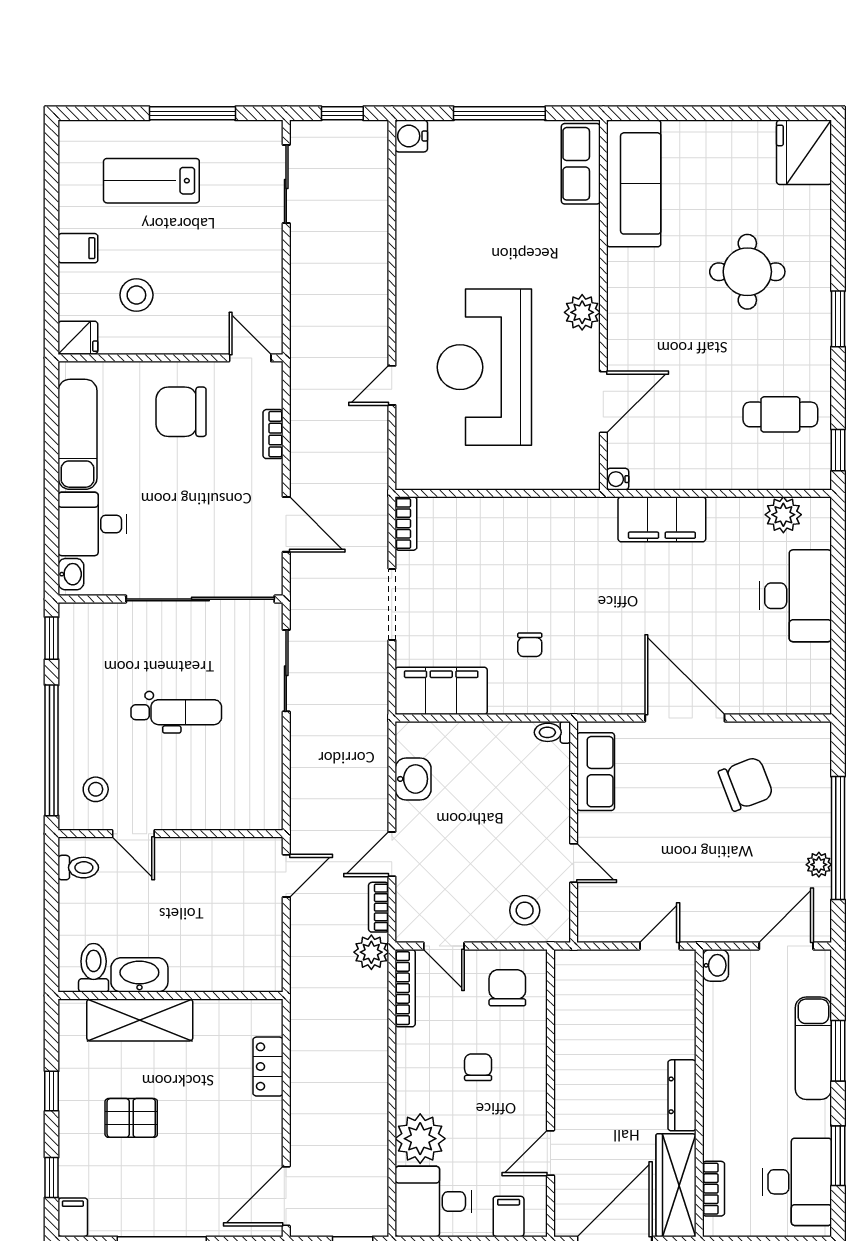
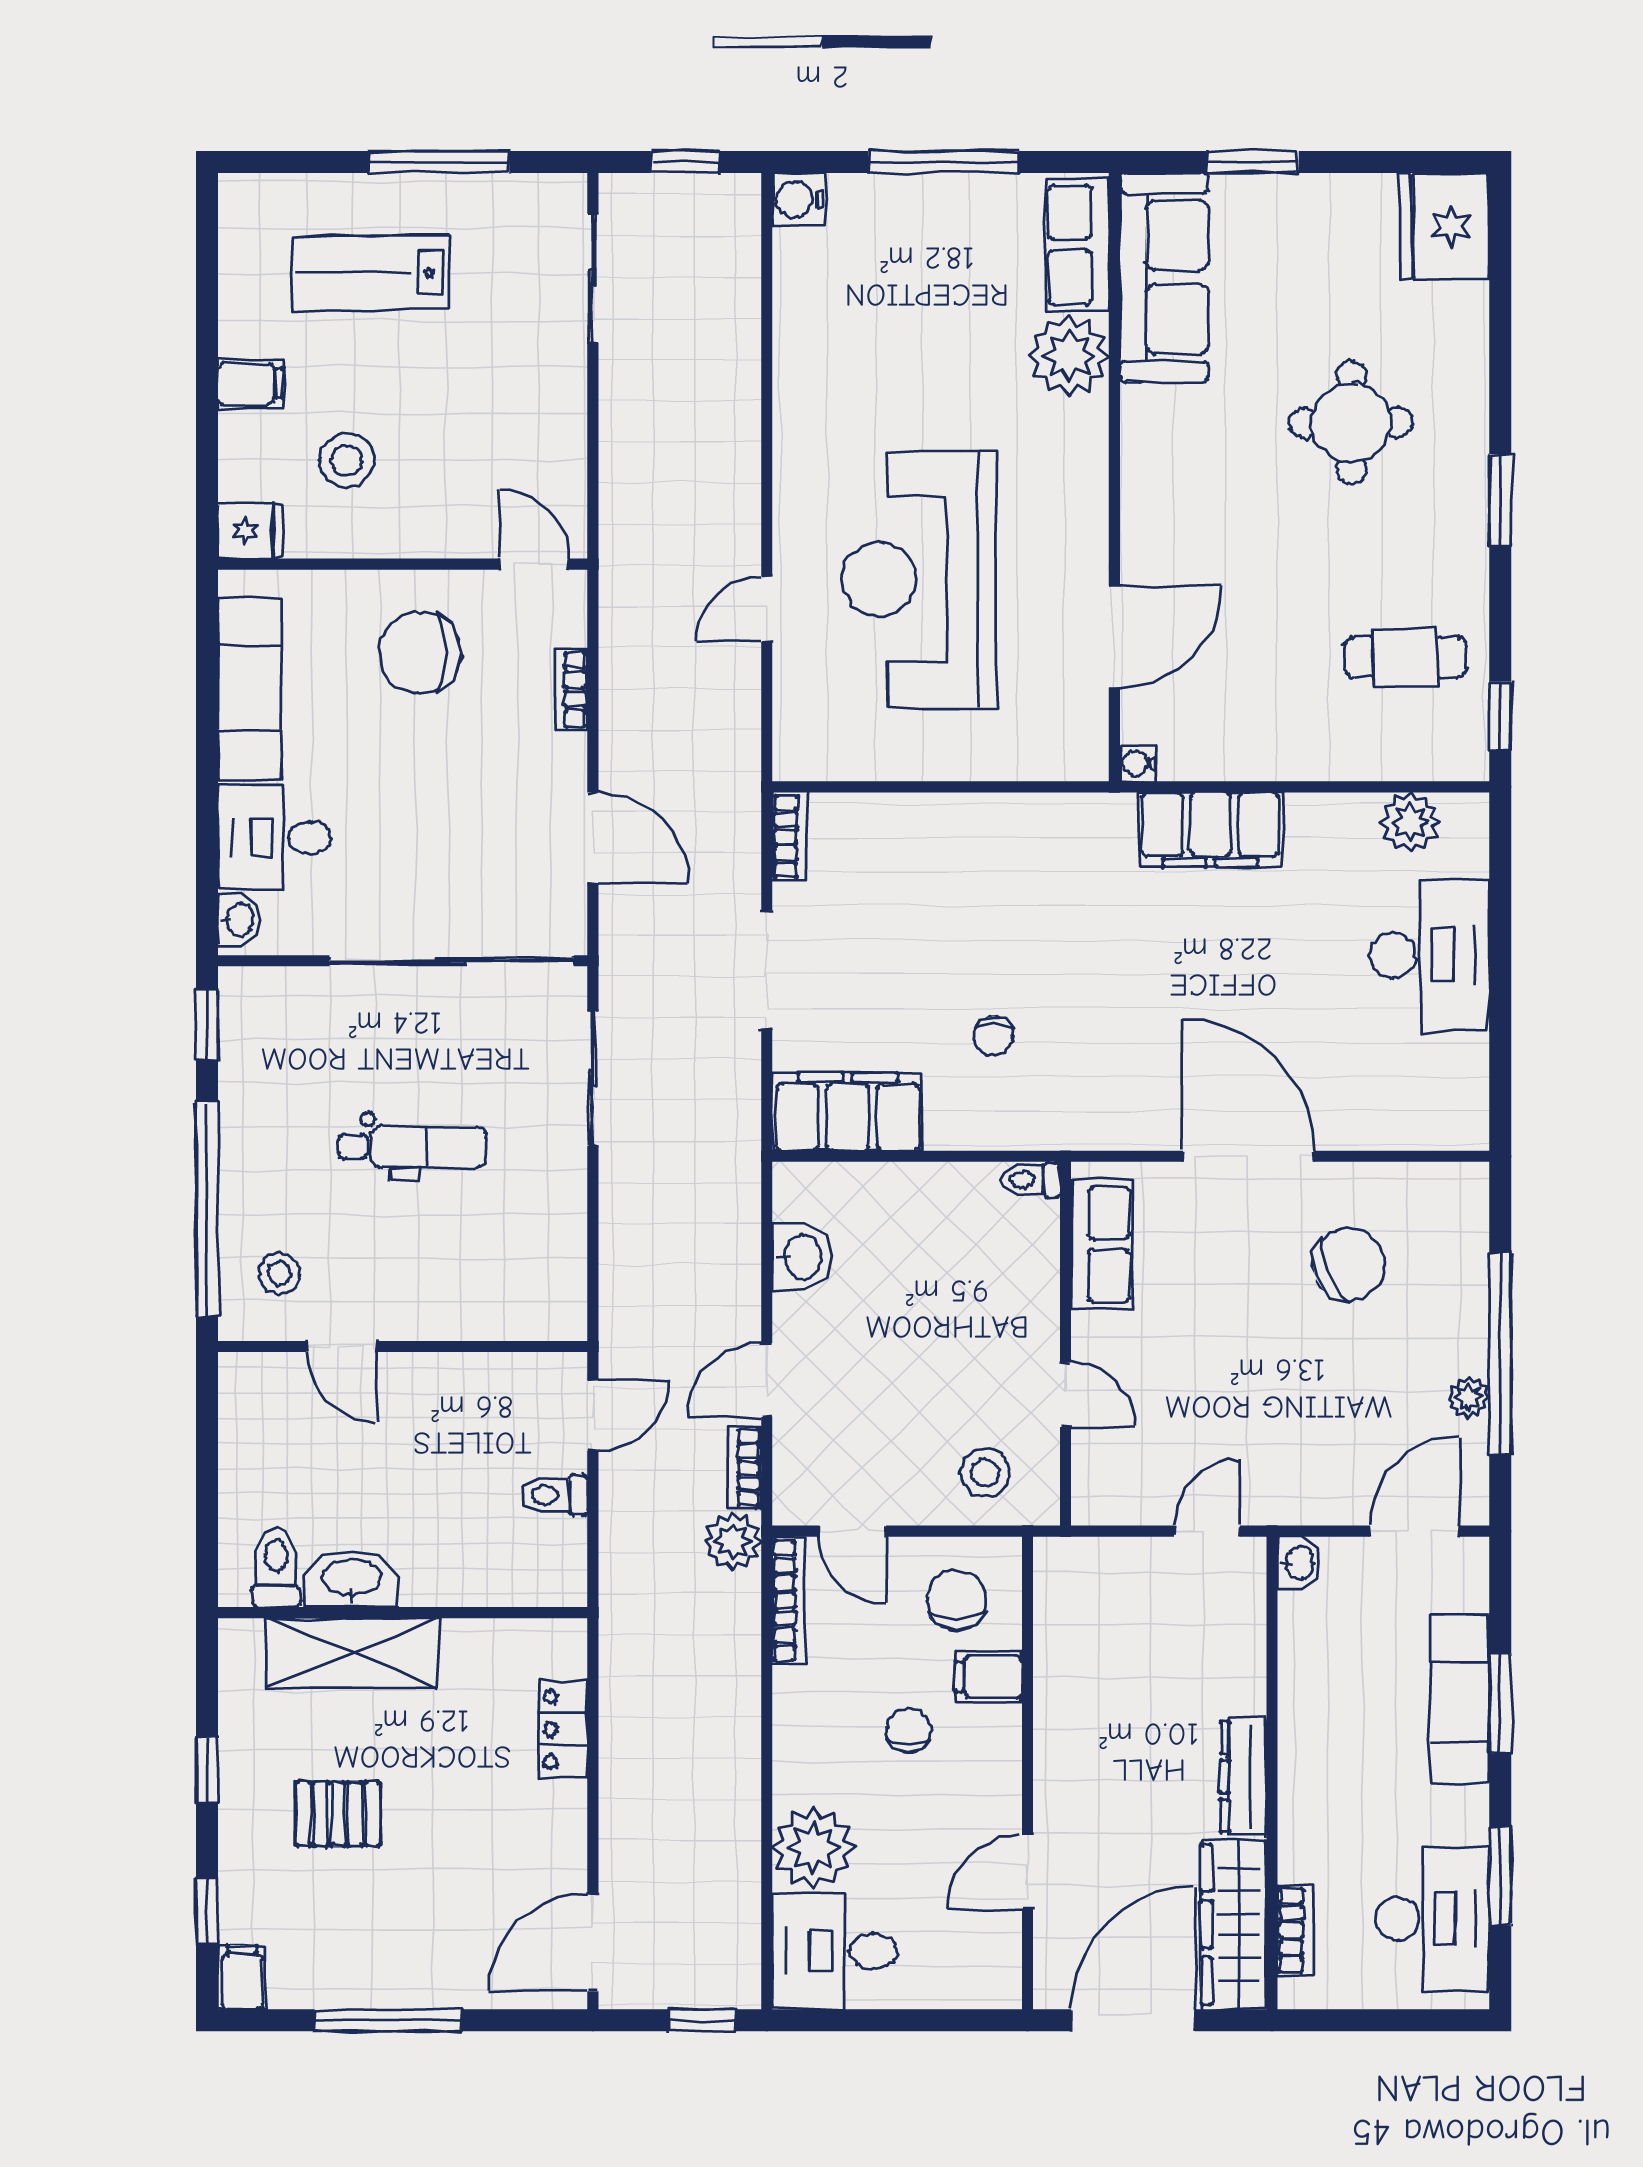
window: (687, 113) -> (1253, 162), added
plant: (582, 312) -> (1069, 356), moved, width x1.36, depth x1.36
toilet: (78, 868) -> (554, 1495), moved, turned 180
filing cabinet: (509, 1216) -> (989, 1677), moved, turned -90

